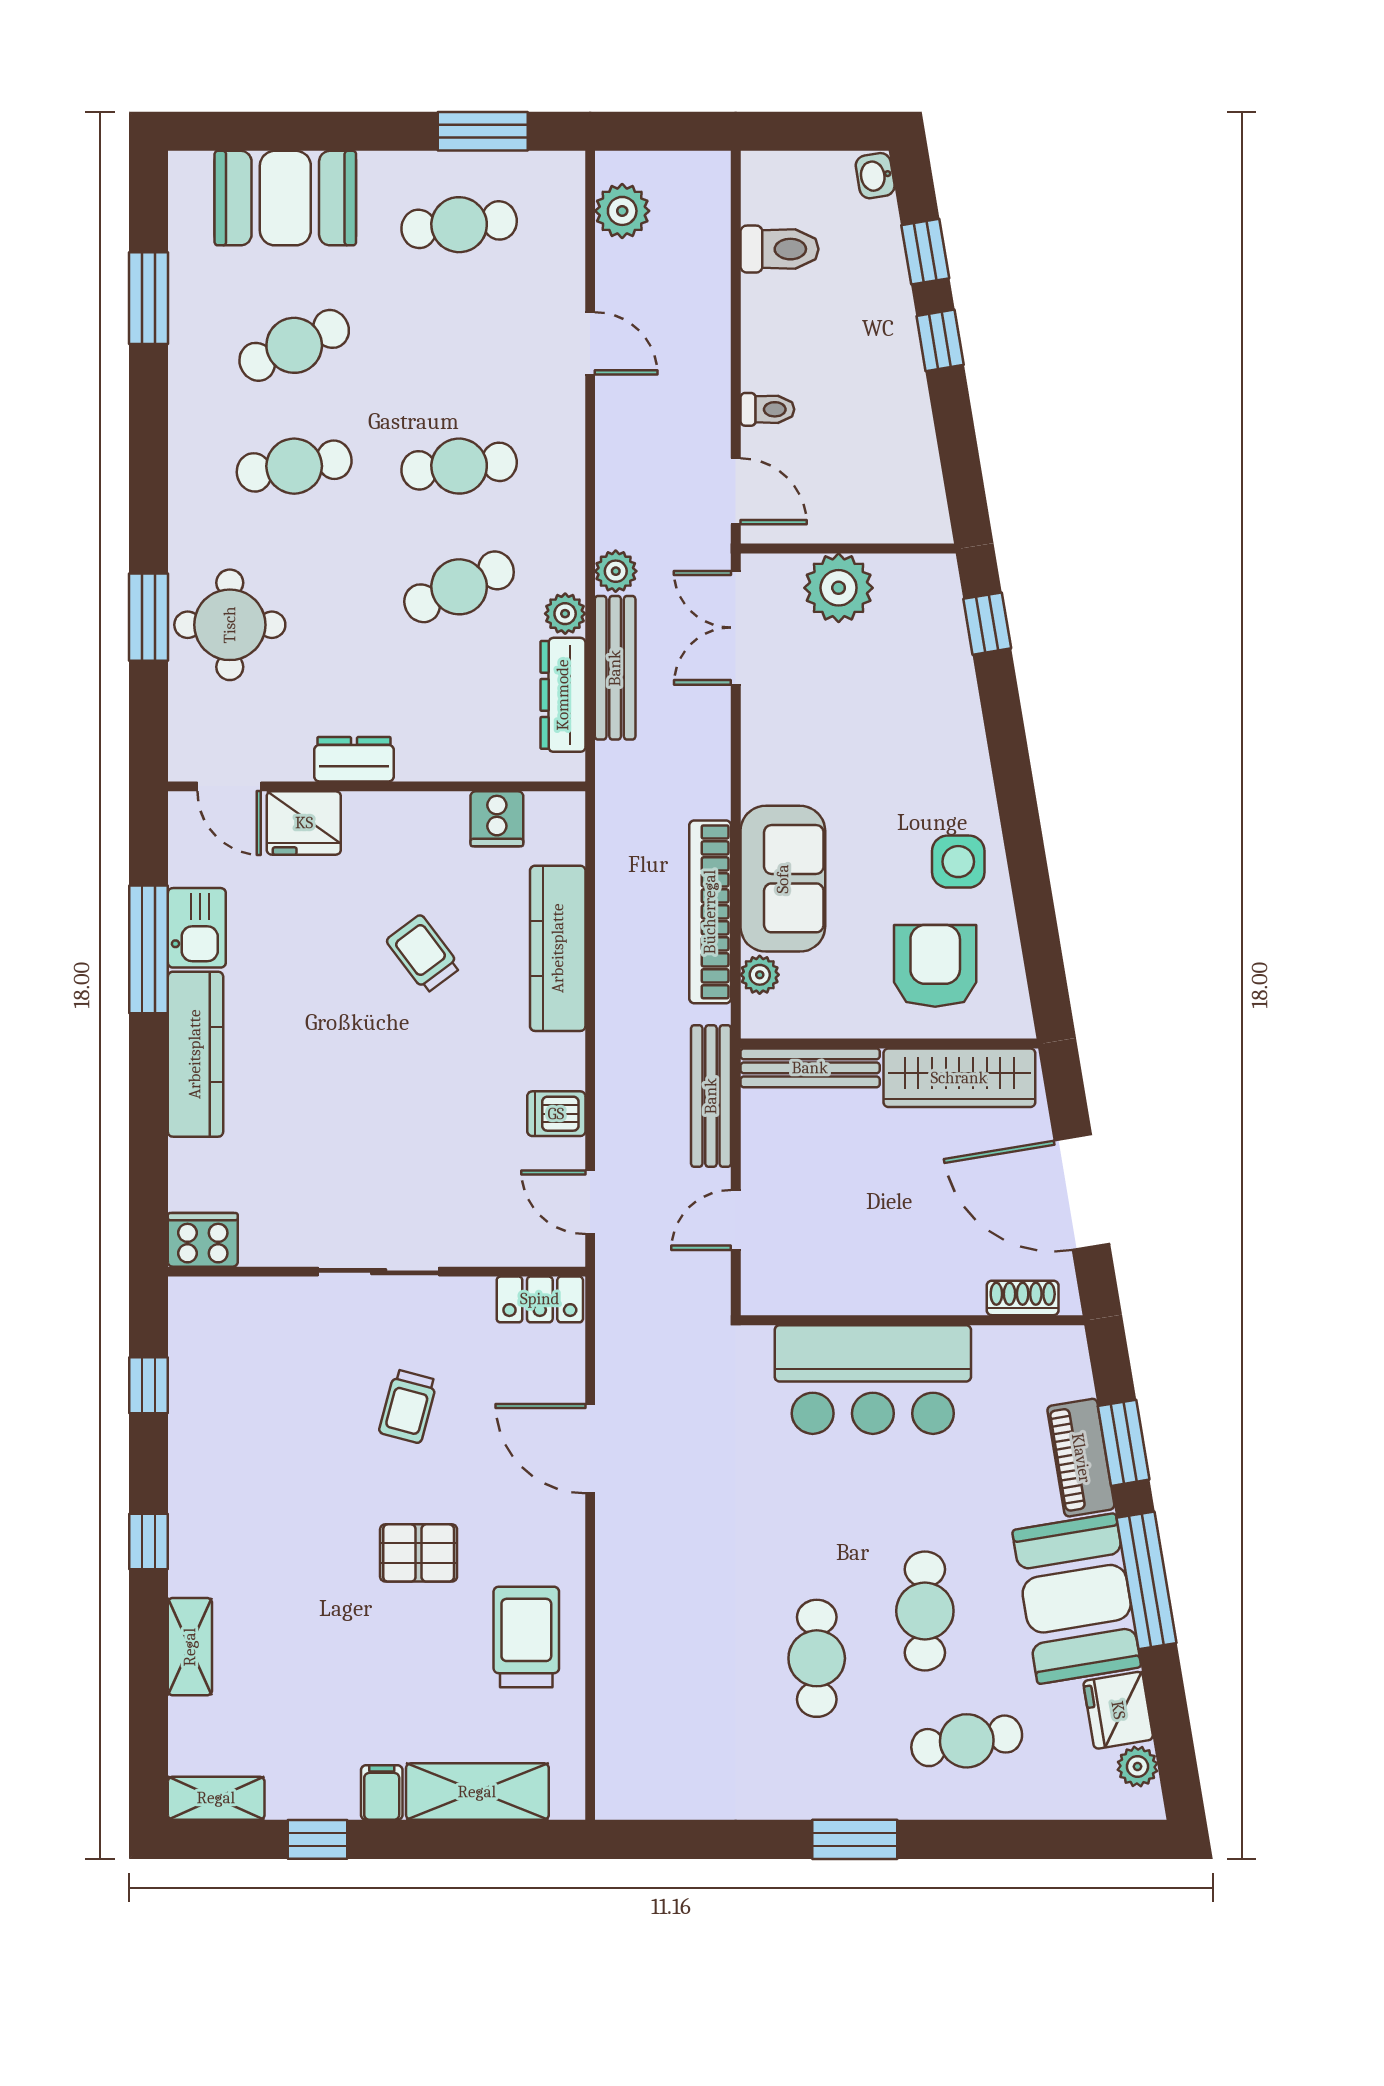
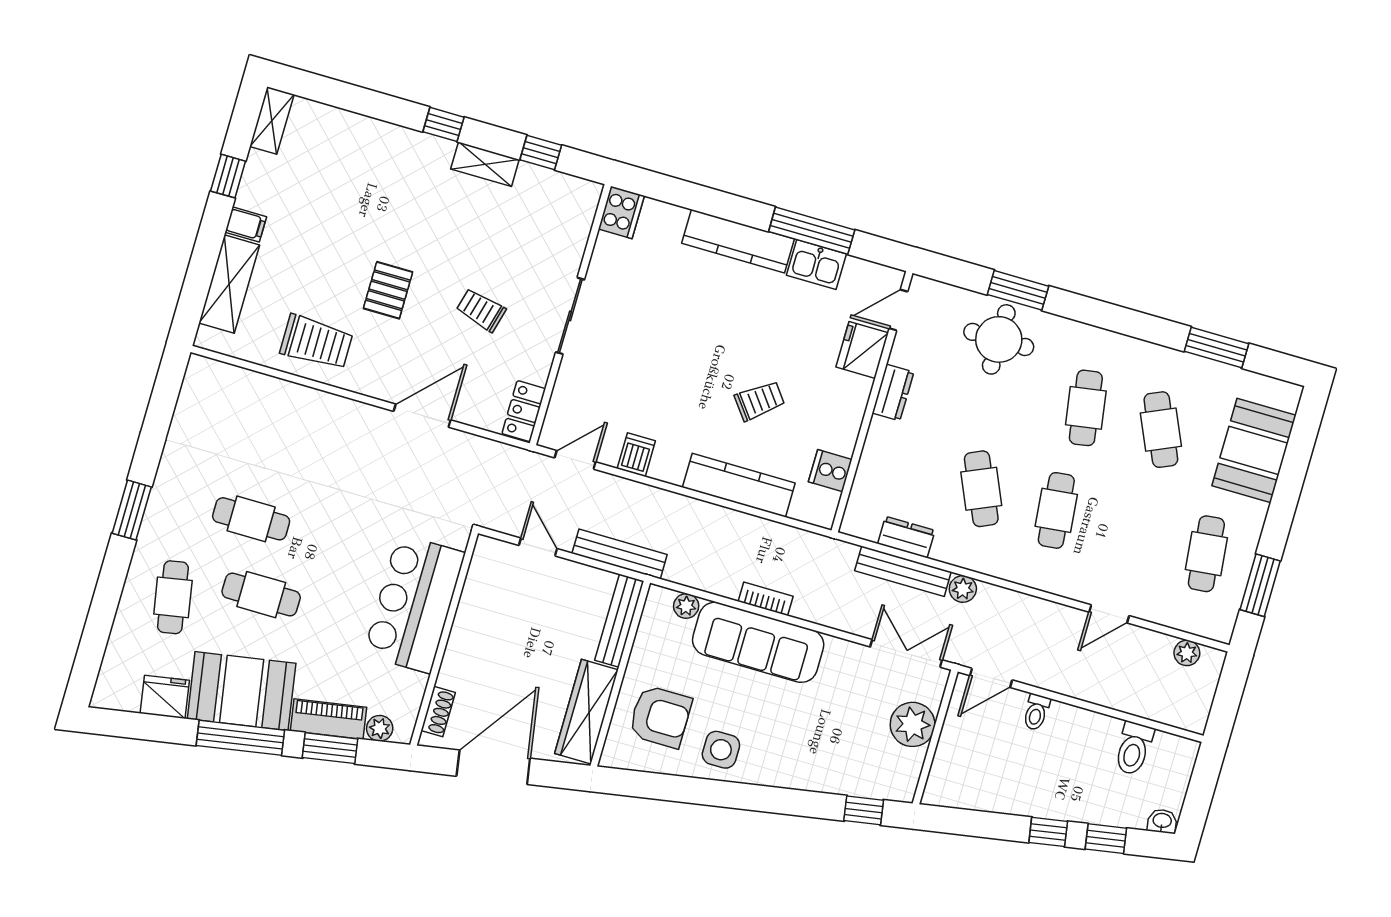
plant: (622, 211) -> (1187, 653), width x0.73, depth x0.73
plant: (565, 614) -> (946, 550), removed
dresser: (563, 695) -> (906, 537), width x0.70
sofa: (783, 879) -> (758, 642), width x1.36
bookcase: (710, 912) -> (766, 599), width x0.43, depth x0.76
shelving: (190, 1647) -> (485, 164), moved
plant: (1137, 1766) -> (380, 728), moved

